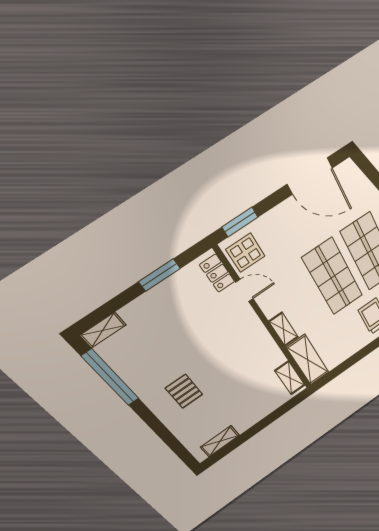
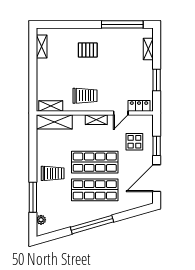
window: (240, 222) -> (157, 146), moved
display table: (245, 253) -> (134, 142), moved
shelving: (284, 329) -> (96, 120), moved
shelving: (103, 330) -> (148, 49), moved
trolley: (250, 350) -> (85, 96), added

